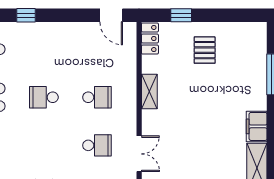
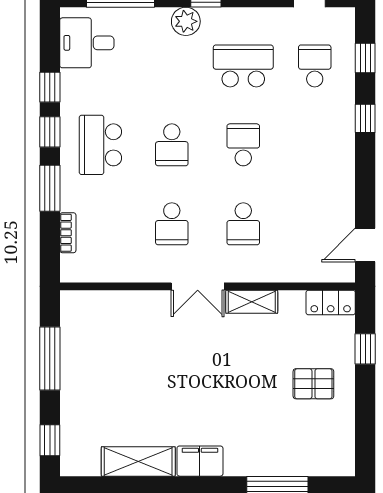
school desk: (44, 145) -> (172, 145), added
double door: (139, 154) -> (198, 286), moved

